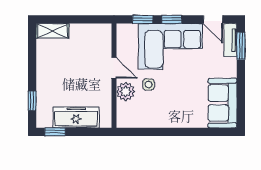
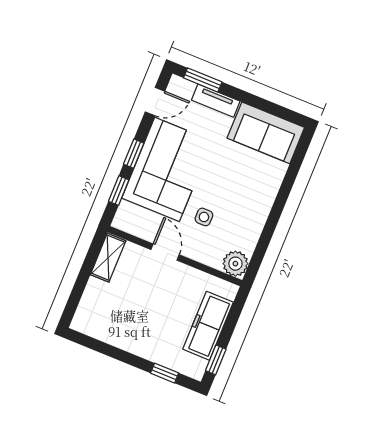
shelving: (52, 31) -> (108, 258), moved
tv unit: (231, 40) -> (216, 101), moved
door: (114, 68) -> (165, 252), hinge flipped
plant: (126, 92) -> (235, 264), moved

